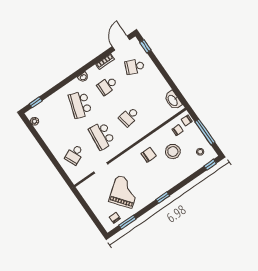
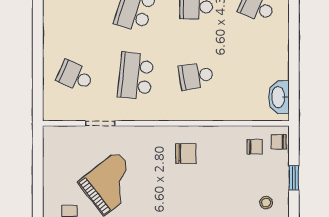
window: (205, 132) -> (294, 178), width x0.46
stool: (173, 151) -> (226, 174), removed
school desk: (75, 155) -> (75, 76), turned 48

